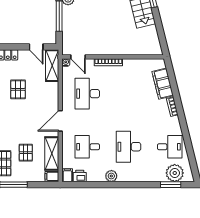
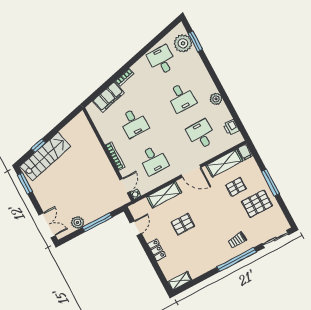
shelving: (52, 66) -> (164, 195), moved
desk: (87, 94) -> (153, 160), width x0.73
desk: (128, 94) -> (134, 123), added
desk: (87, 147) -> (201, 135), turned 180
desk: (128, 147) -> (181, 97), width x0.73
filing cabinet: (67, 175) -> (236, 139), removed

